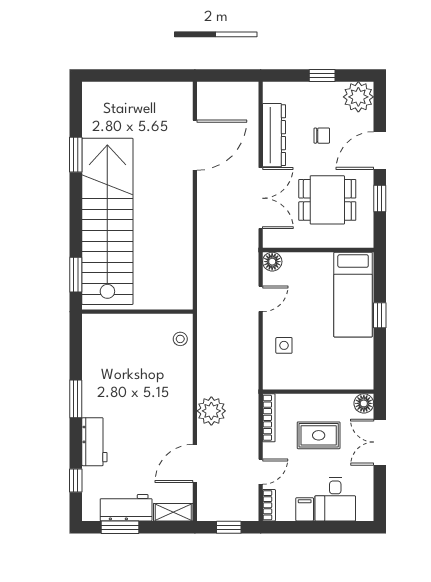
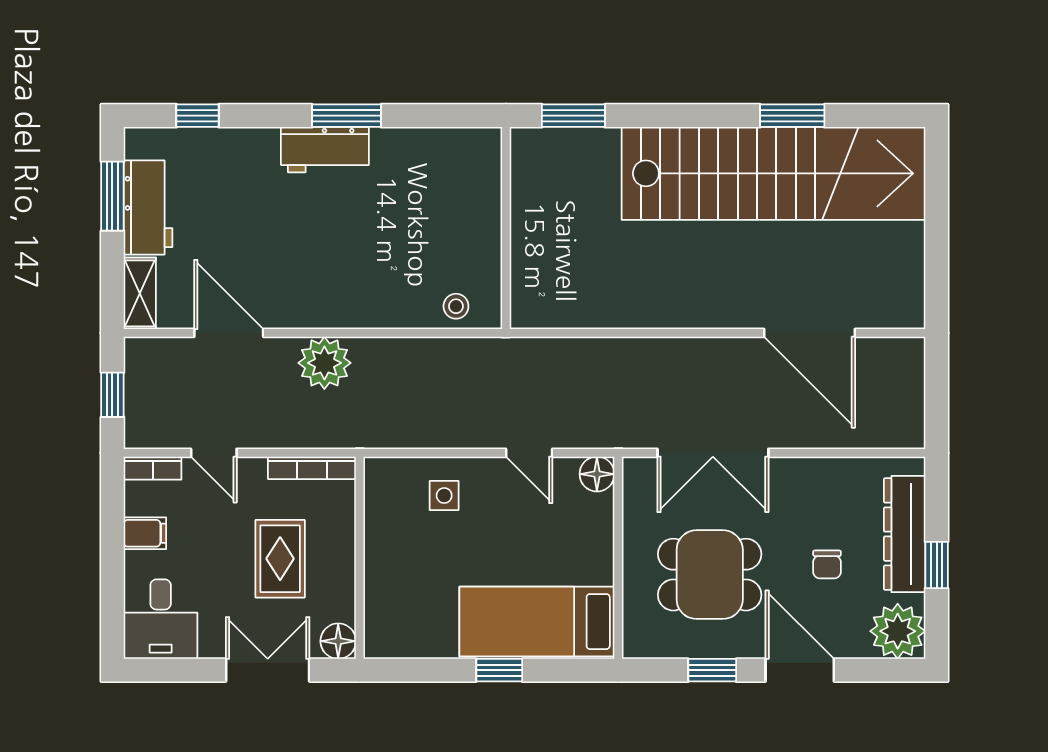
dresser: (274, 135) -> (905, 534), moved, turned 90
dining table: (327, 200) -> (710, 575), turned 90
stairs: (107, 221) -> (773, 173), moved
workbench: (94, 442) -> (325, 150), moved
desk: (335, 499) -> (161, 619), moved, turned -90

